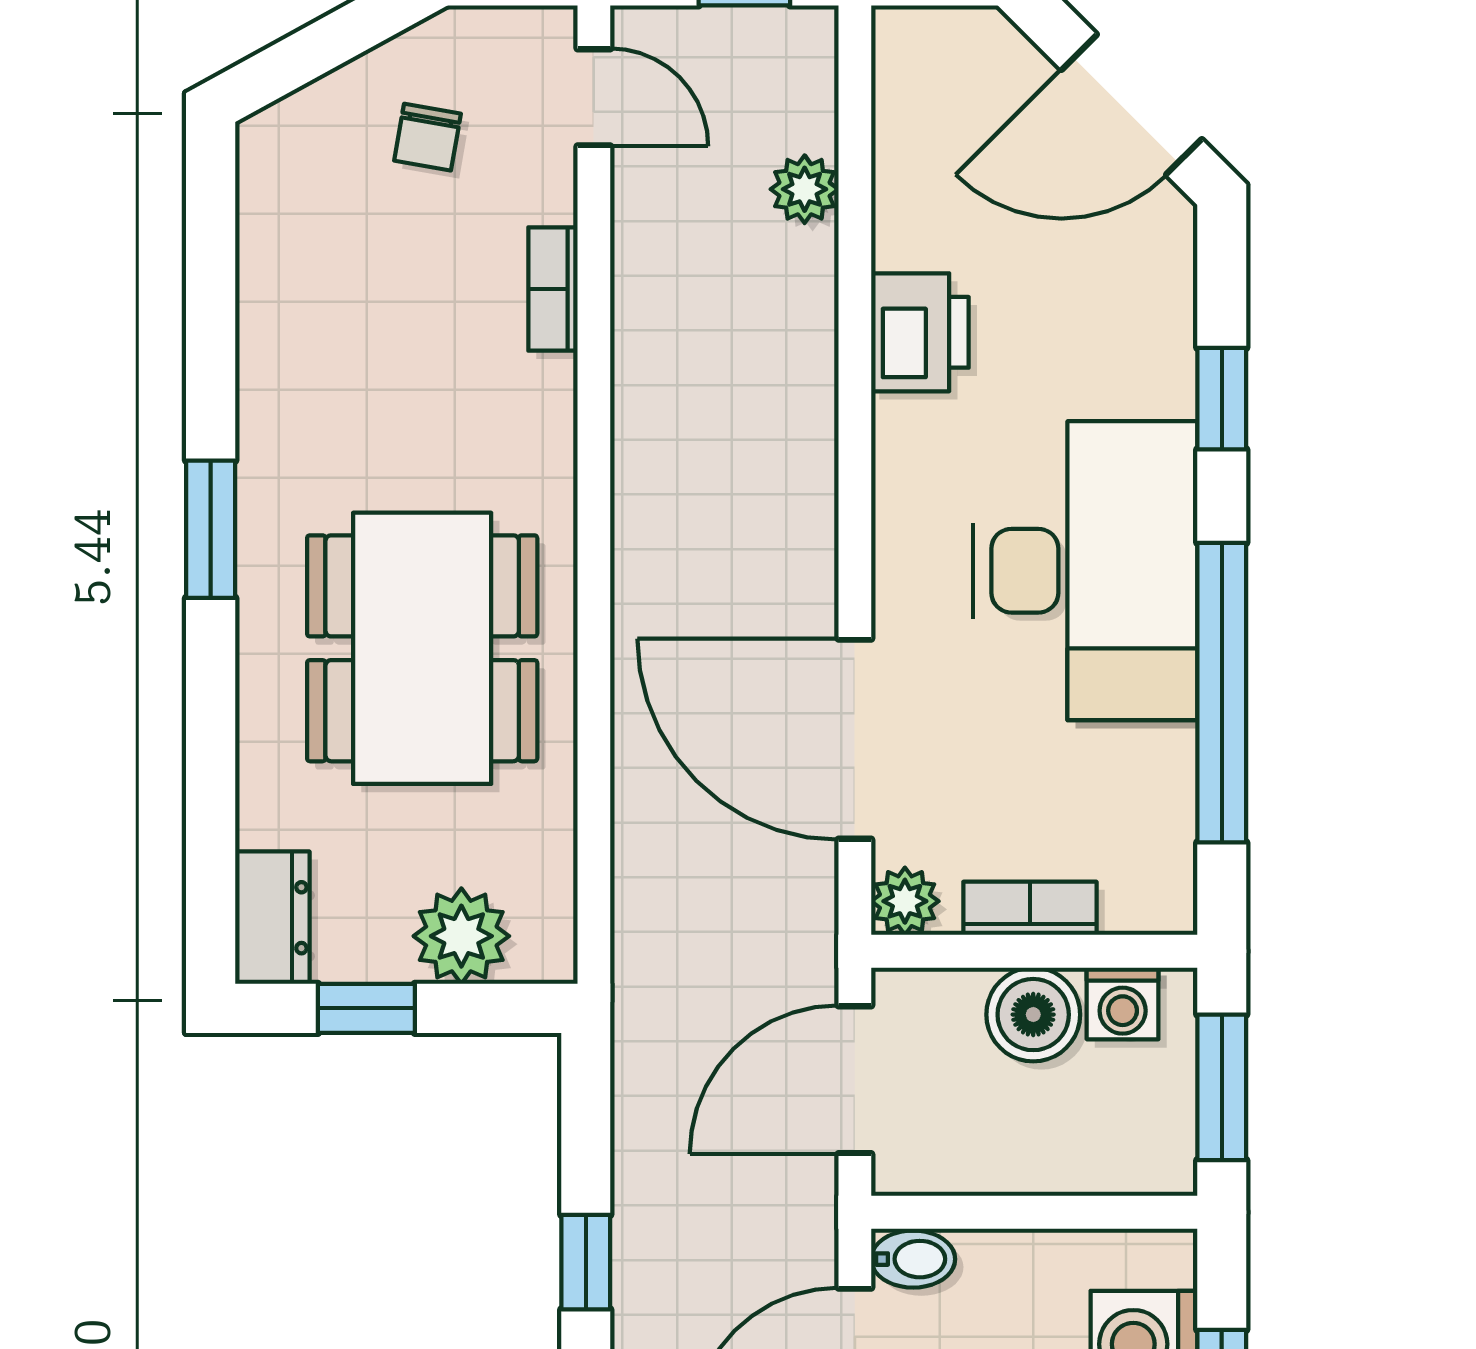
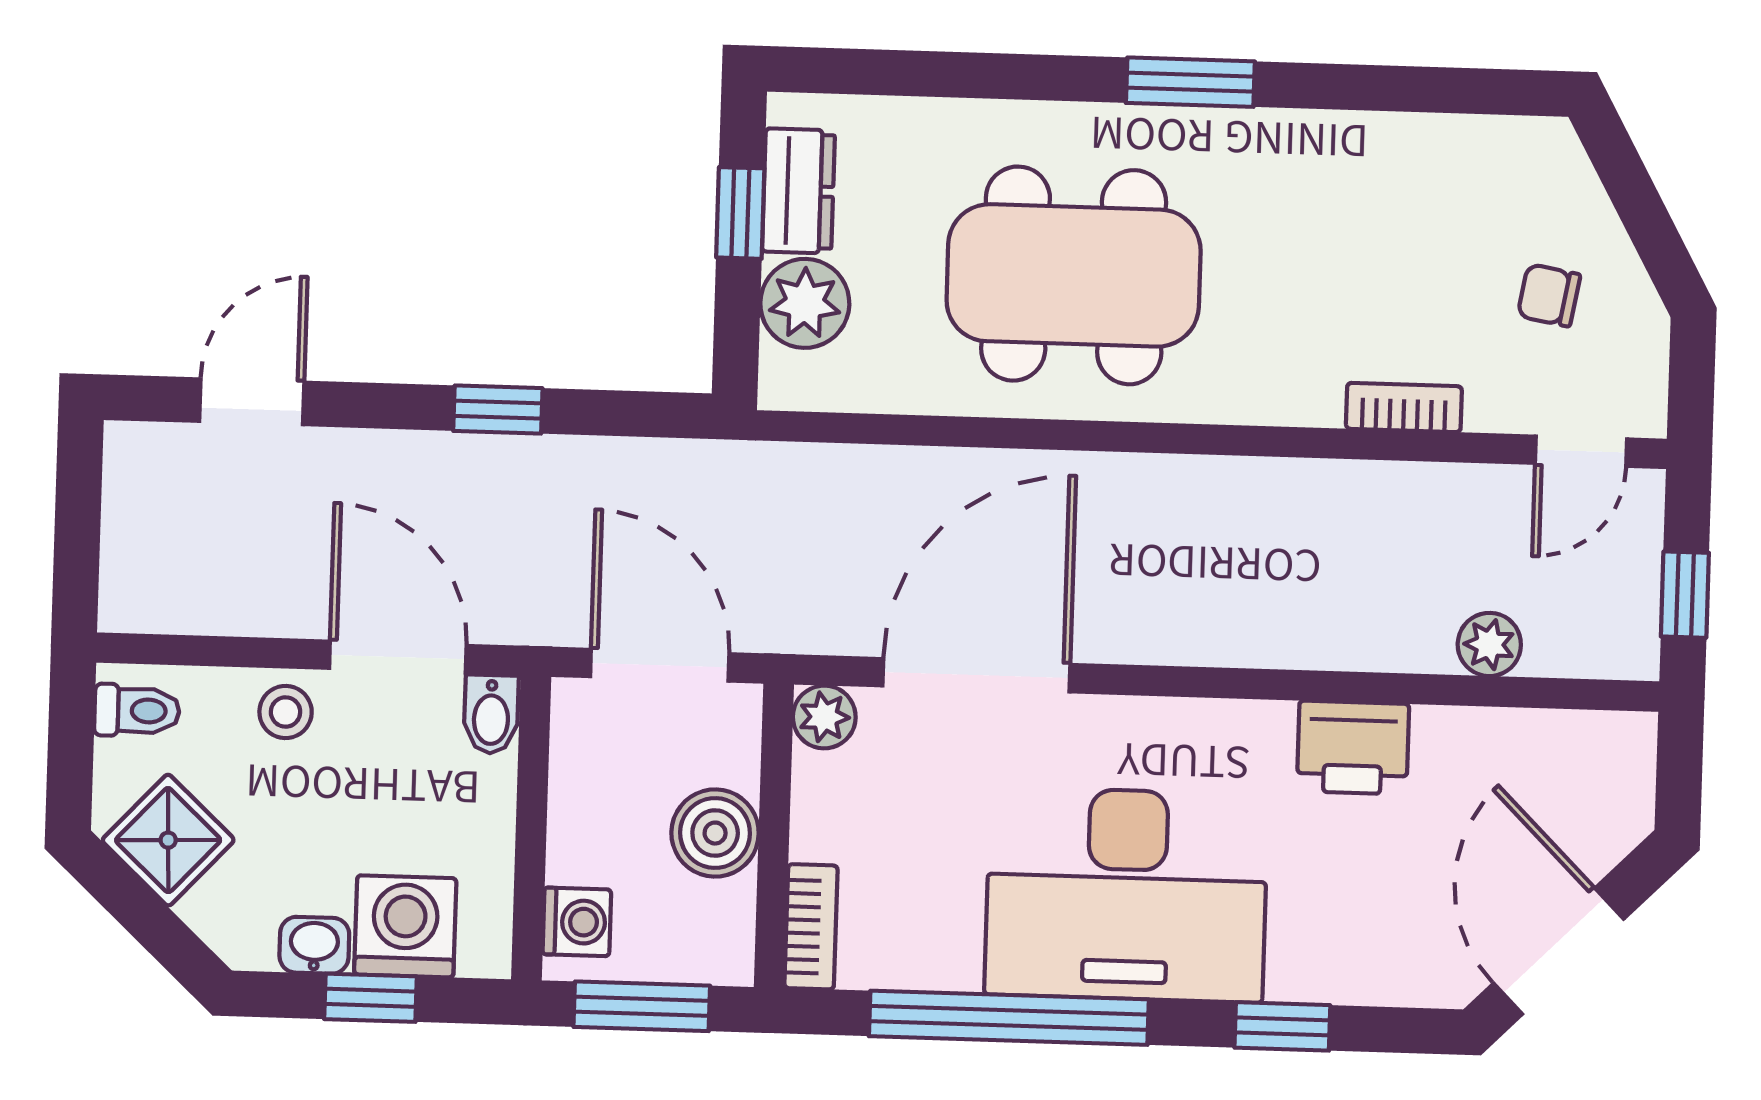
bookcase: (1030, 908) -> (811, 927), moved
dresser: (272, 918) -> (798, 191), moved, turned -90
washing machine: (1123, 1003) -> (577, 922), moved, turned 180

